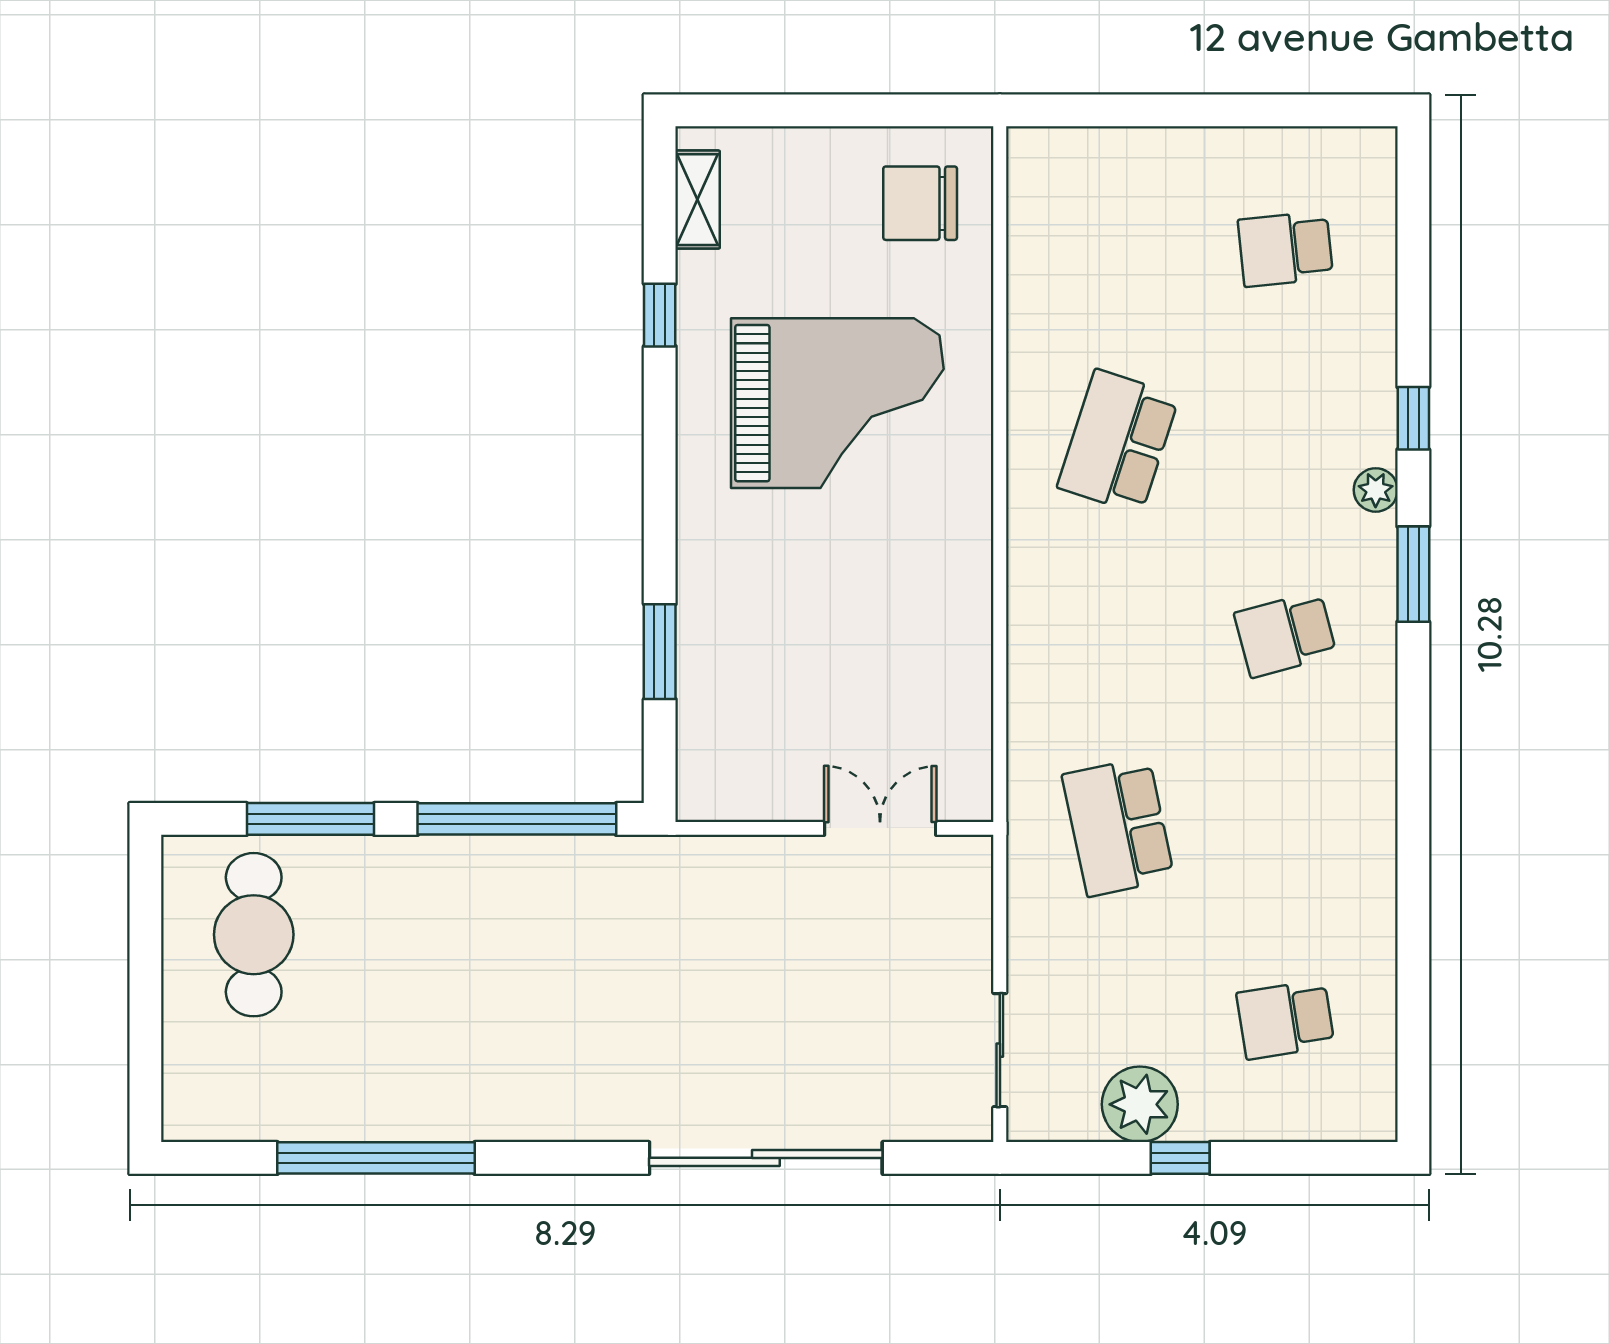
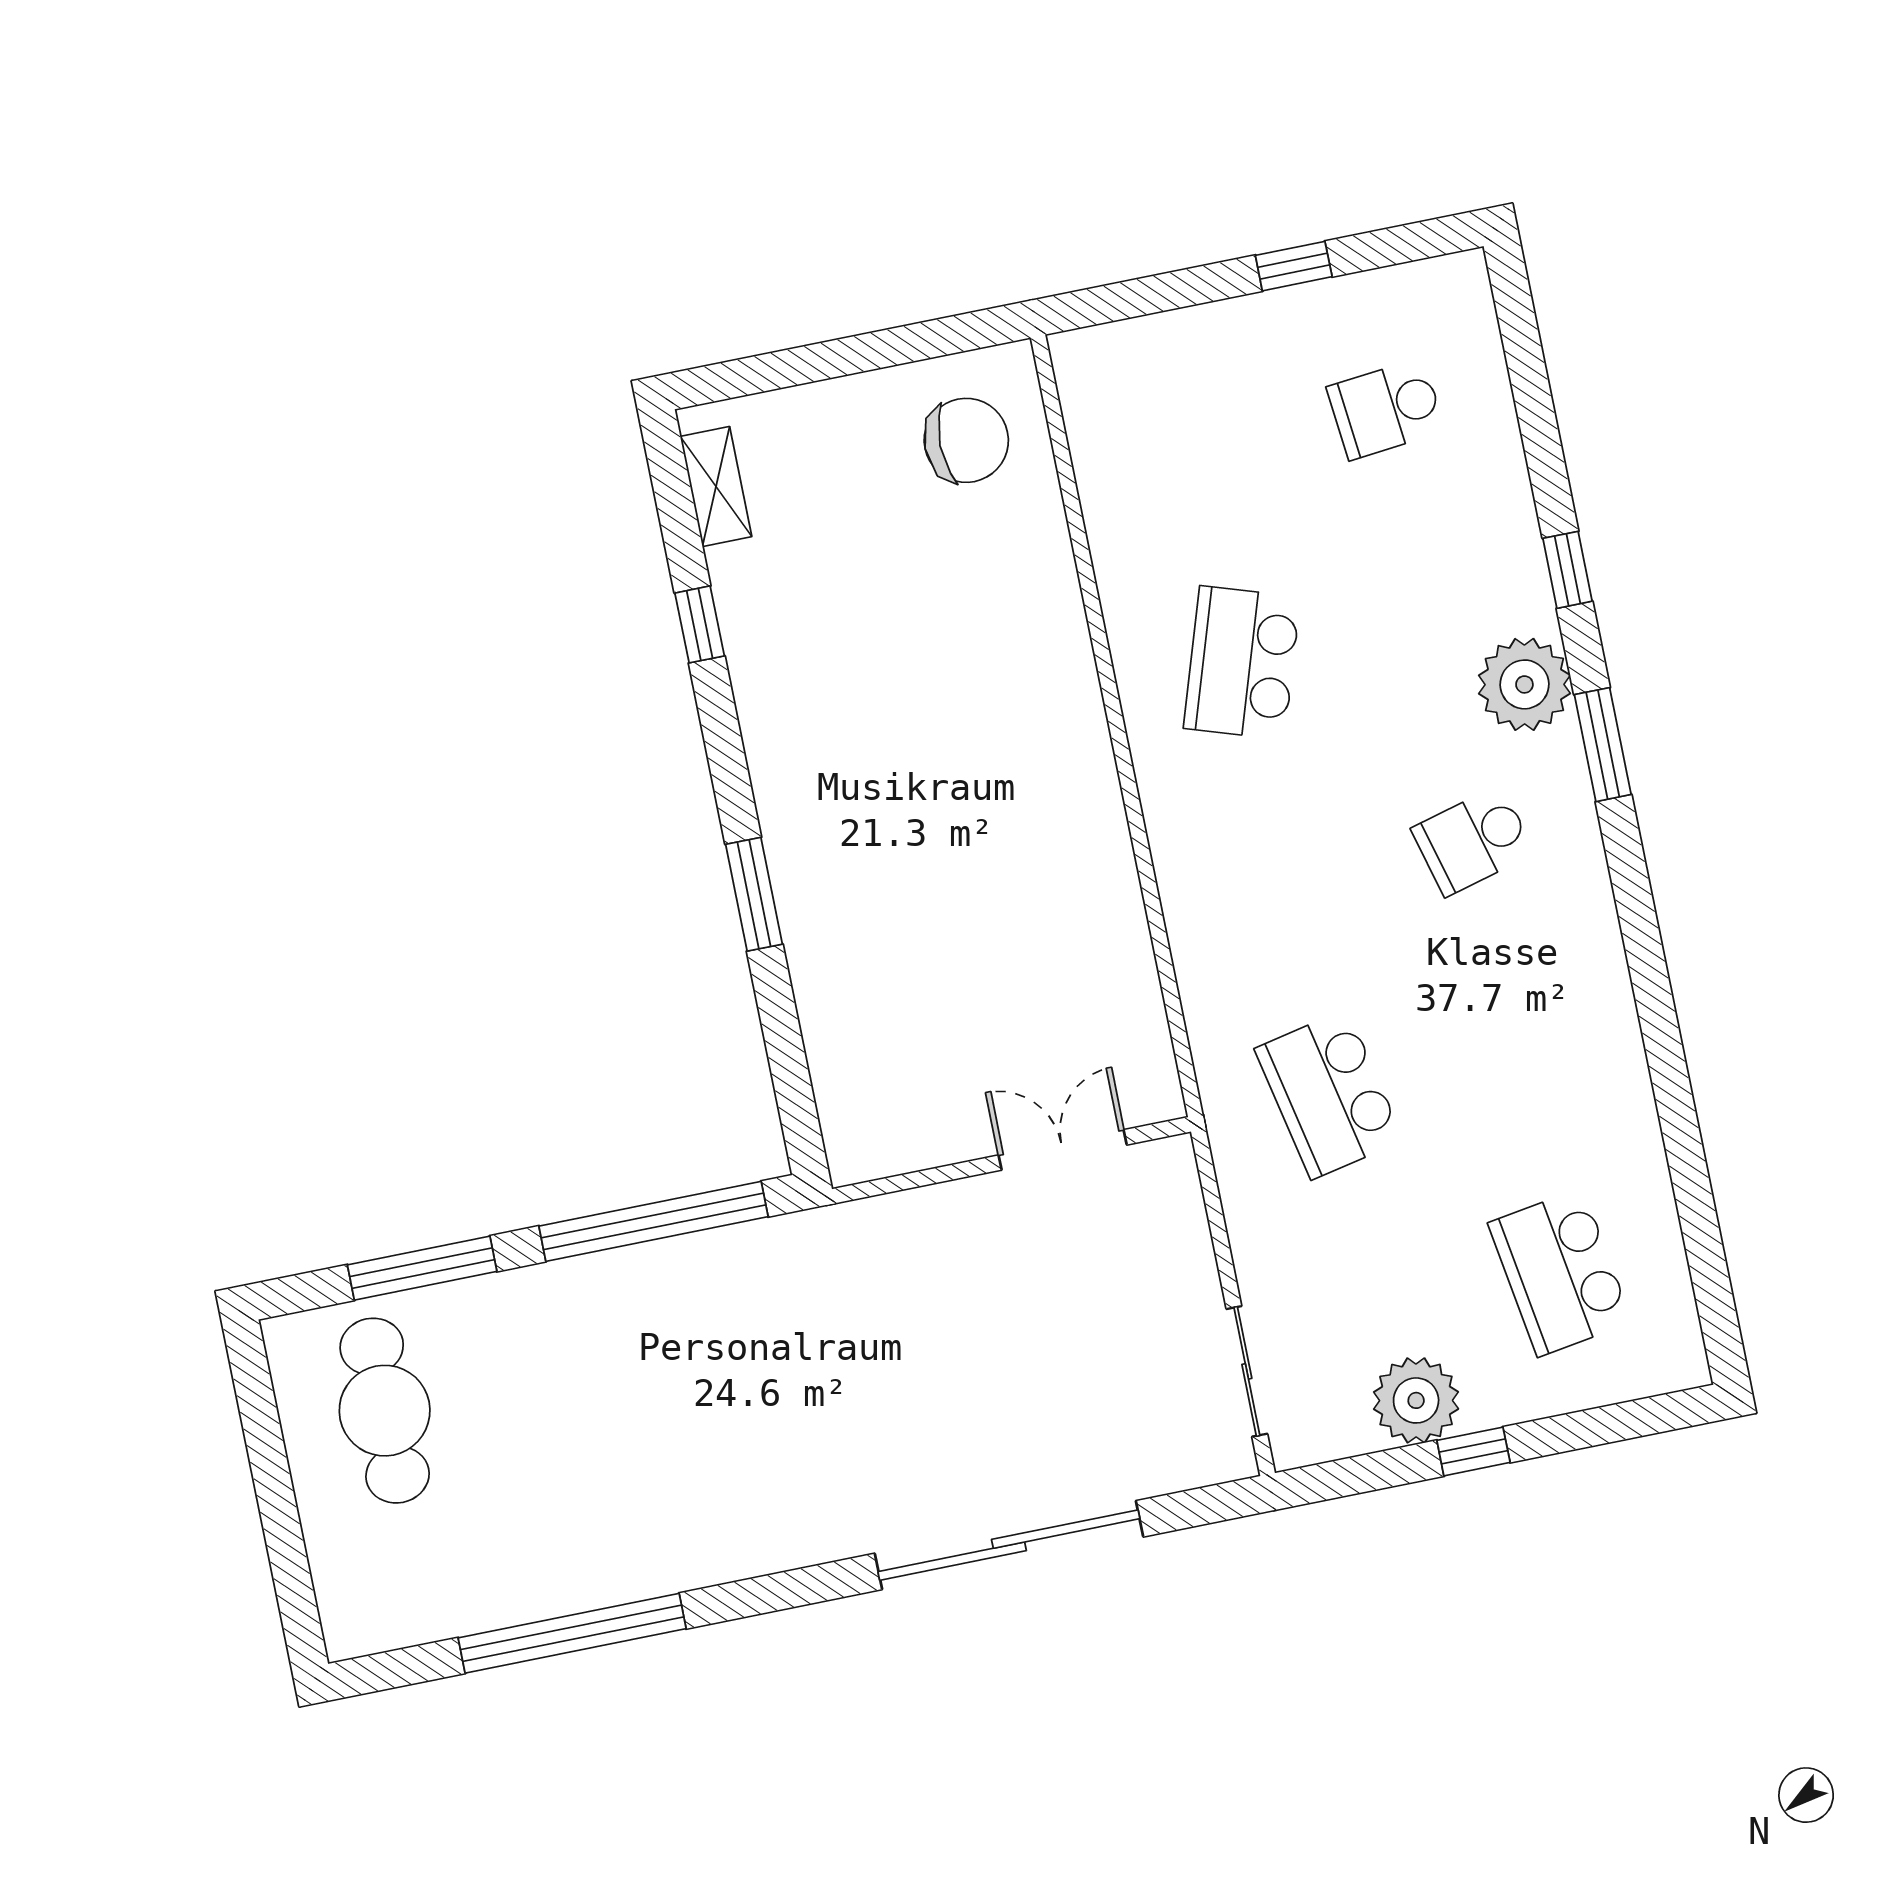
window: (1231, 110) -> (1294, 266), added
chair: (920, 203) -> (966, 440), turned 180
grand piano: (837, 403) -> (919, 683), removed
plant: (1376, 490) -> (1524, 684), width x1.88, depth x1.88
window: (660, 652) -> (754, 894), moved
school desk: (1285, 1019) -> (1560, 1273), width x1.85

